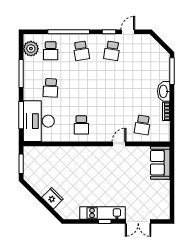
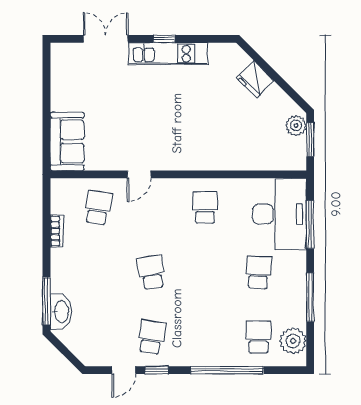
school desk: (81, 51) -> (152, 272), moved
washbasin: (164, 91) -> (61, 312), moved
plant: (29, 172) -> (296, 125), added

